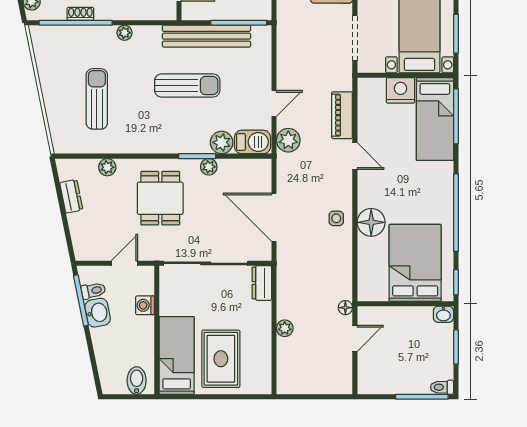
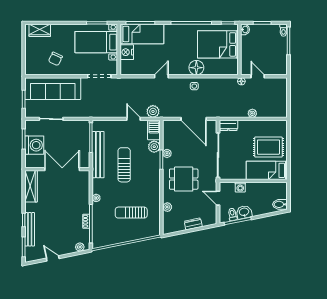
piano: (342, 115) -> (140, 83), removed
dresser: (71, 196) -> (193, 224), moved
door: (274, 217) -> (194, 119), hinge flipped
bidet: (137, 381) -> (280, 204), moved

